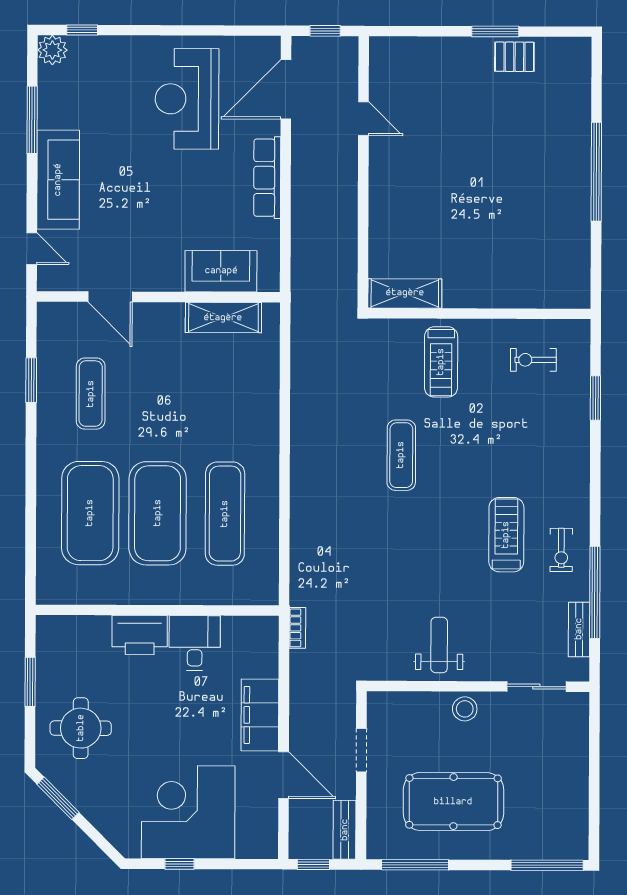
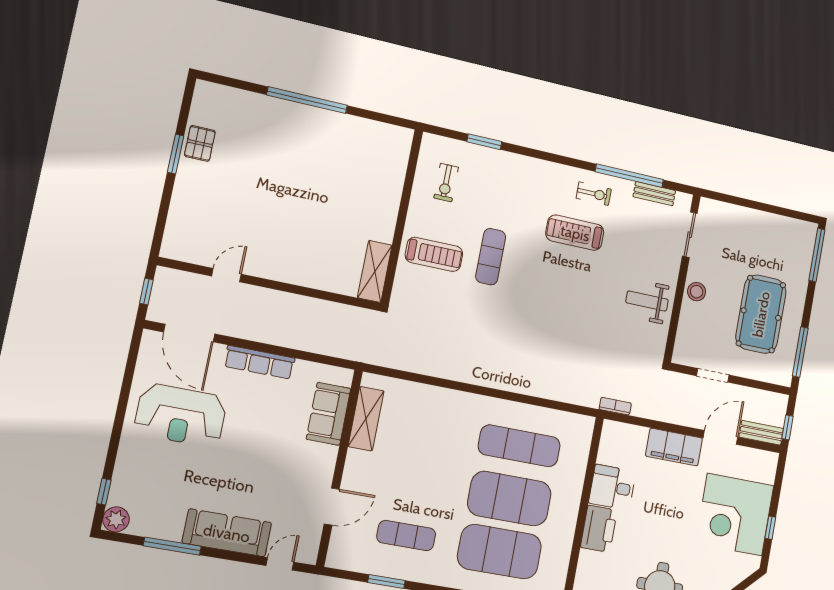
exercise mat: (401, 455) -> (491, 257), moved, turned 90
bench: (345, 830) -> (761, 433), moved

